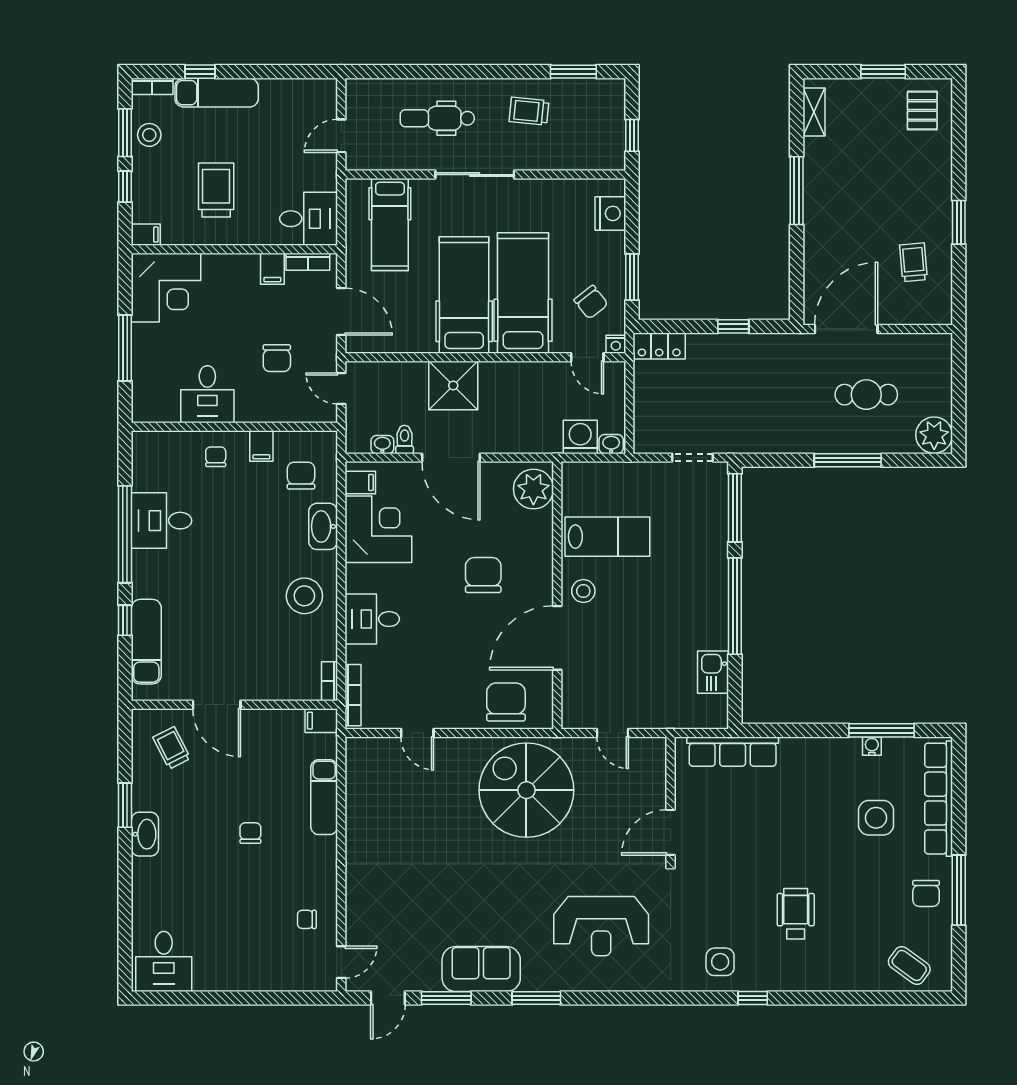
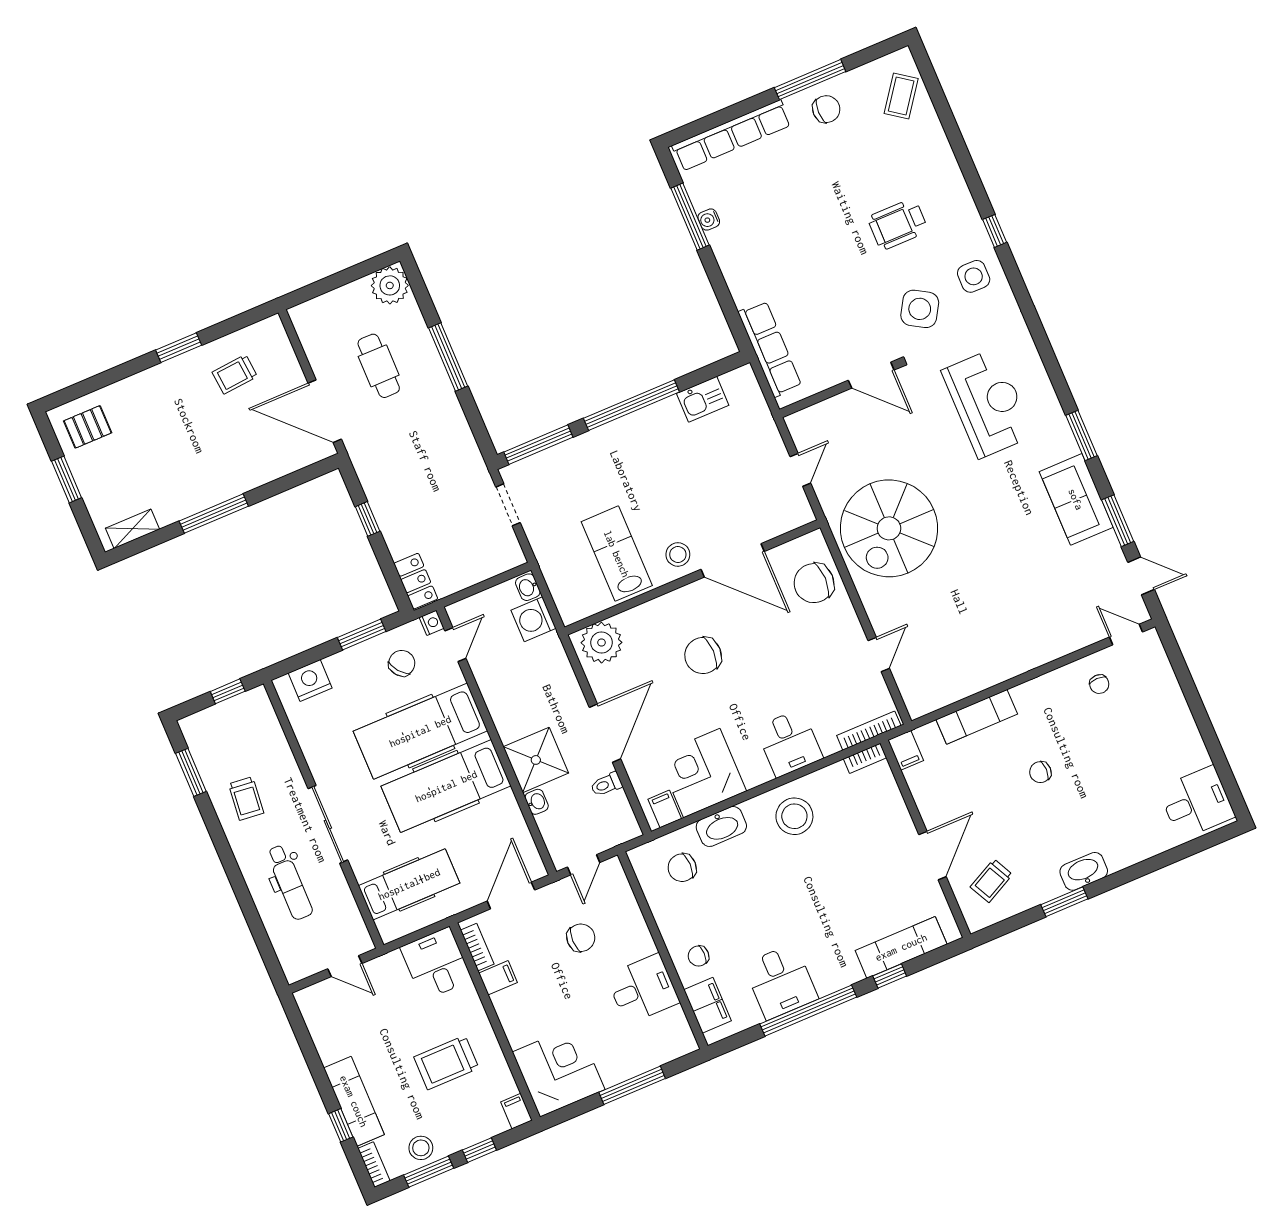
washbasin: (382, 445) -> (537, 802), moved, turned 180
filing cabinet: (261, 446) -> (707, 1005), moved, width x2.00
side table: (876, 818) -> (920, 309), moved, turned 31

